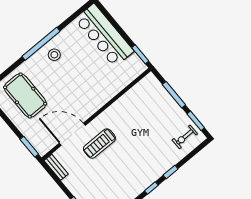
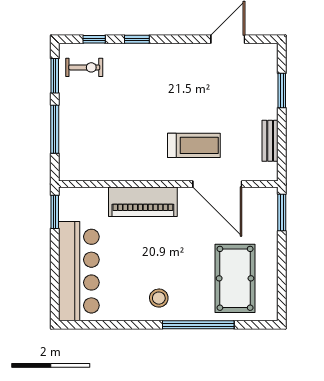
window: (41, 44) -> (198, 325), moved
piano: (101, 95) -> (143, 202), added
bench: (56, 167) -> (270, 141), moved
window: (151, 188) -> (94, 39), moved

